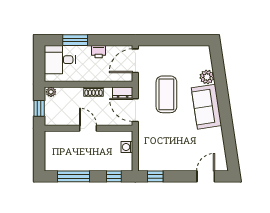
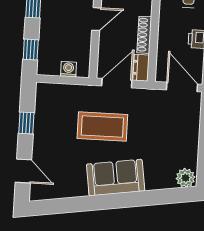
plant: (207, 77) -> (186, 178), moved
shoe rack: (94, 92) -> (144, 35), width x1.43
coffee table: (166, 94) -> (102, 127), moved
window: (155, 176) -> (26, 123), moved

